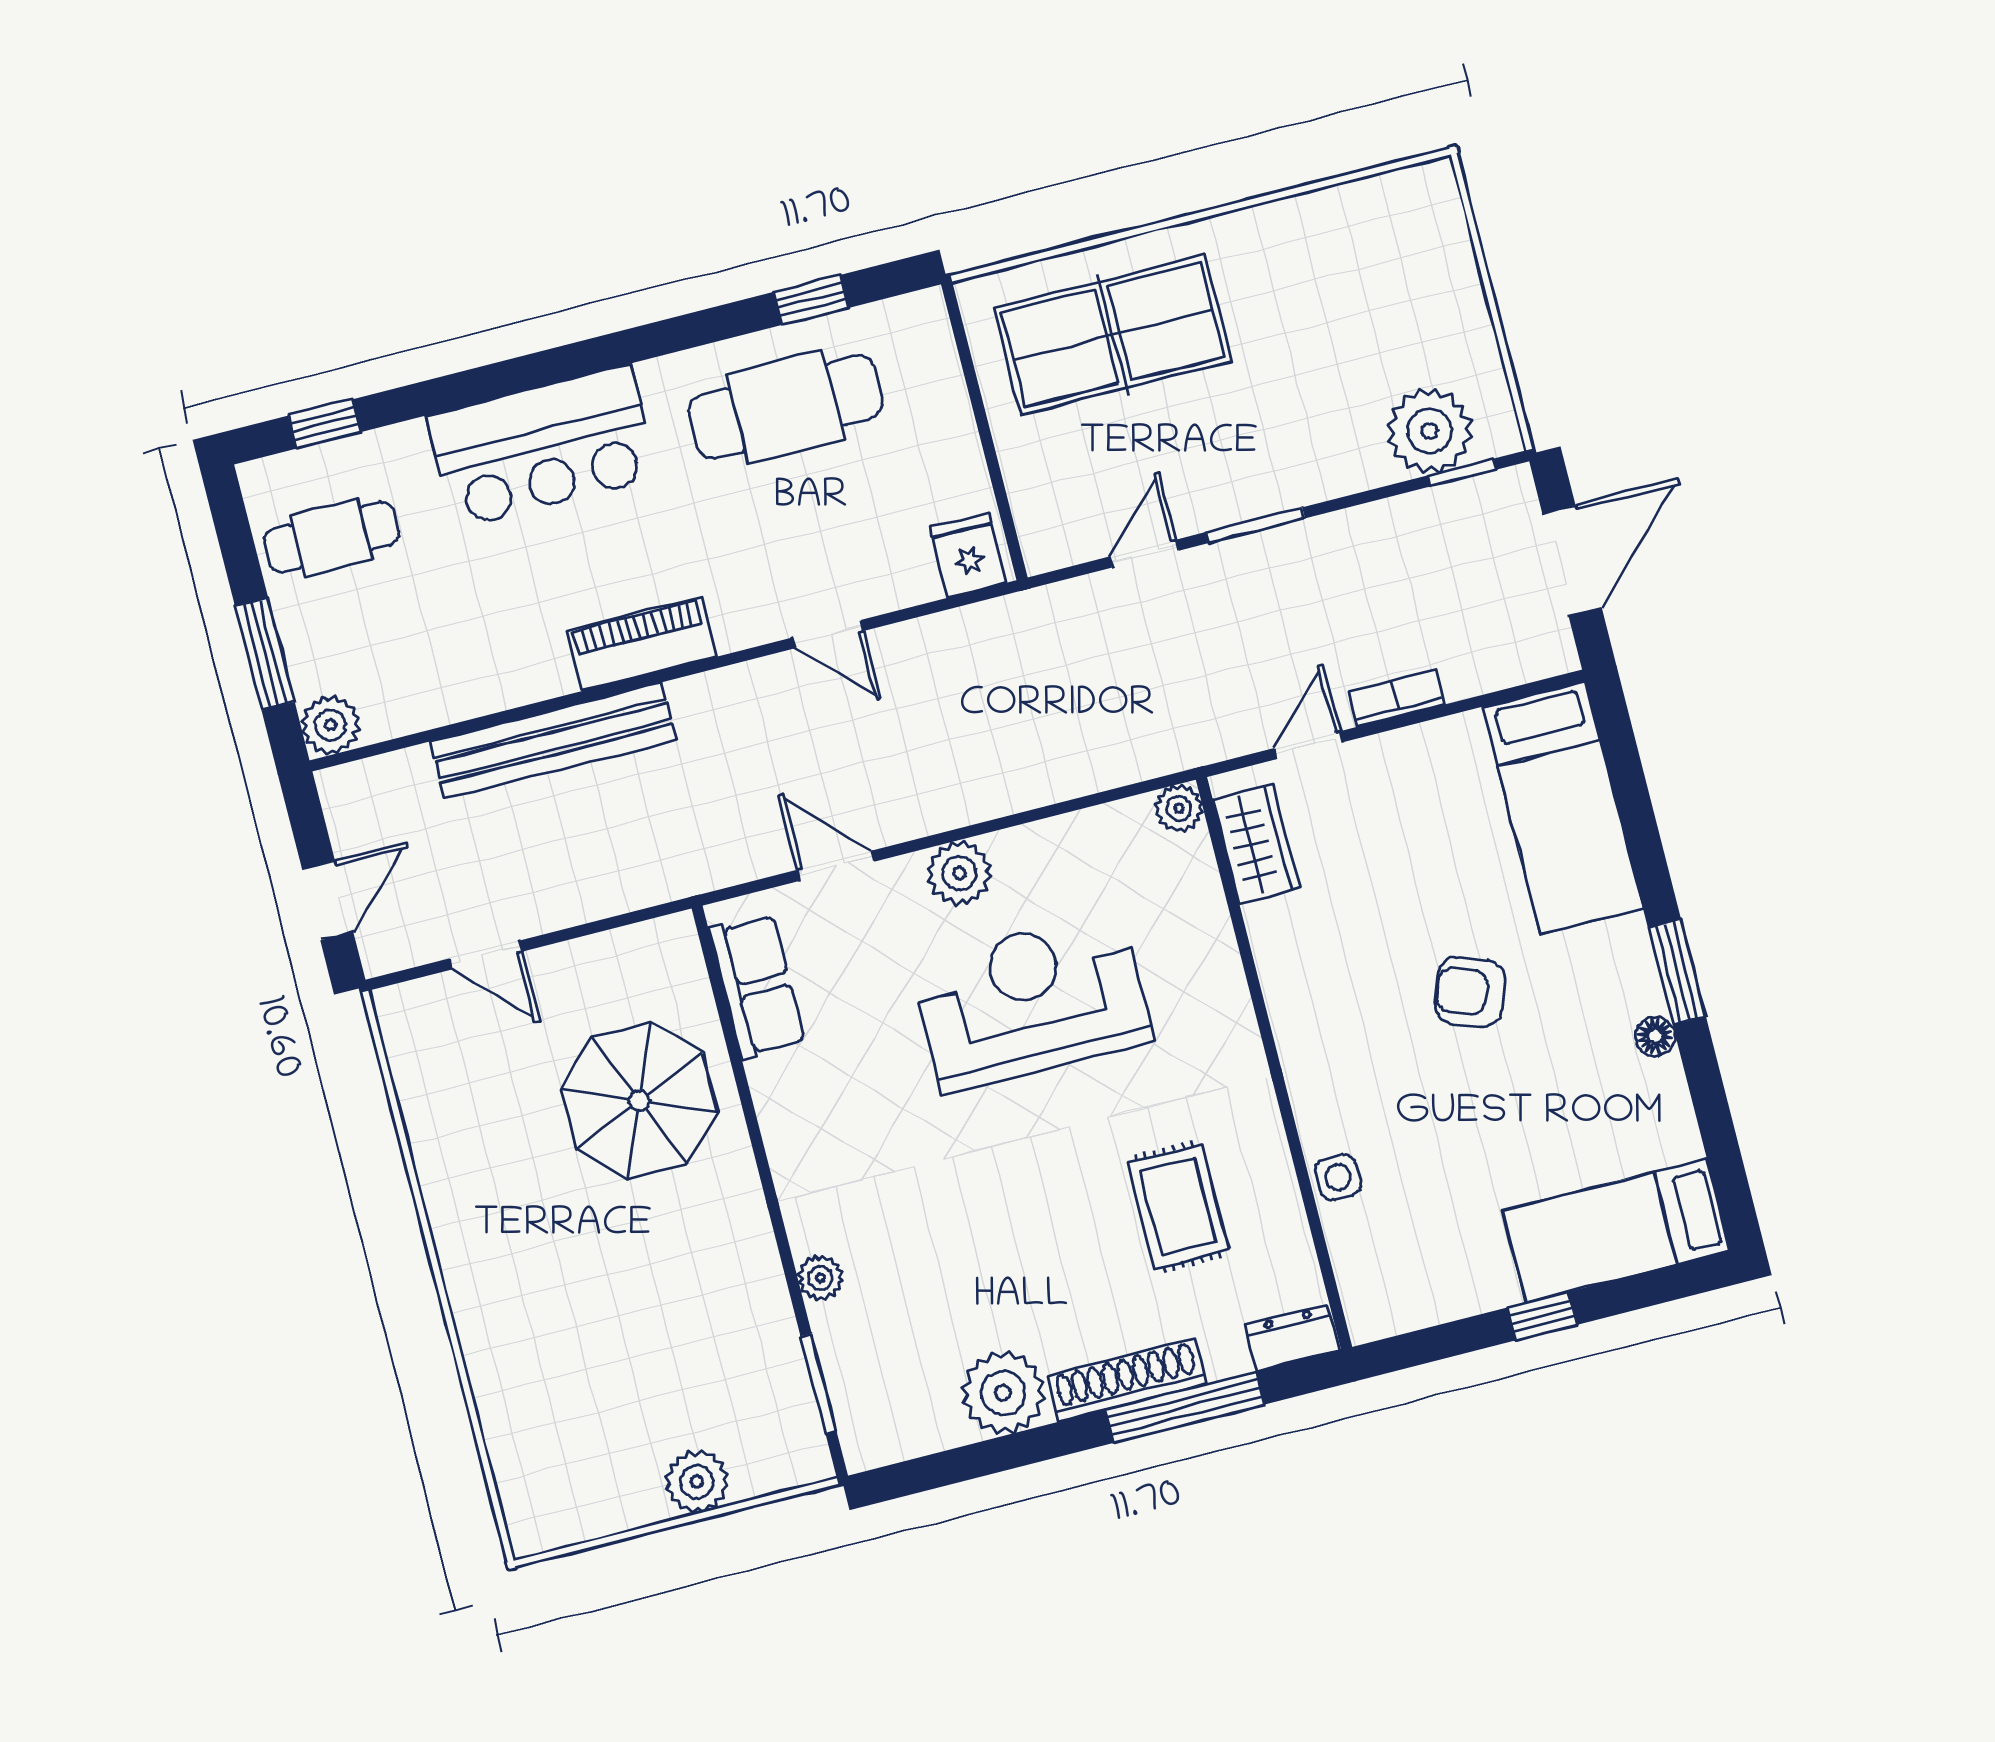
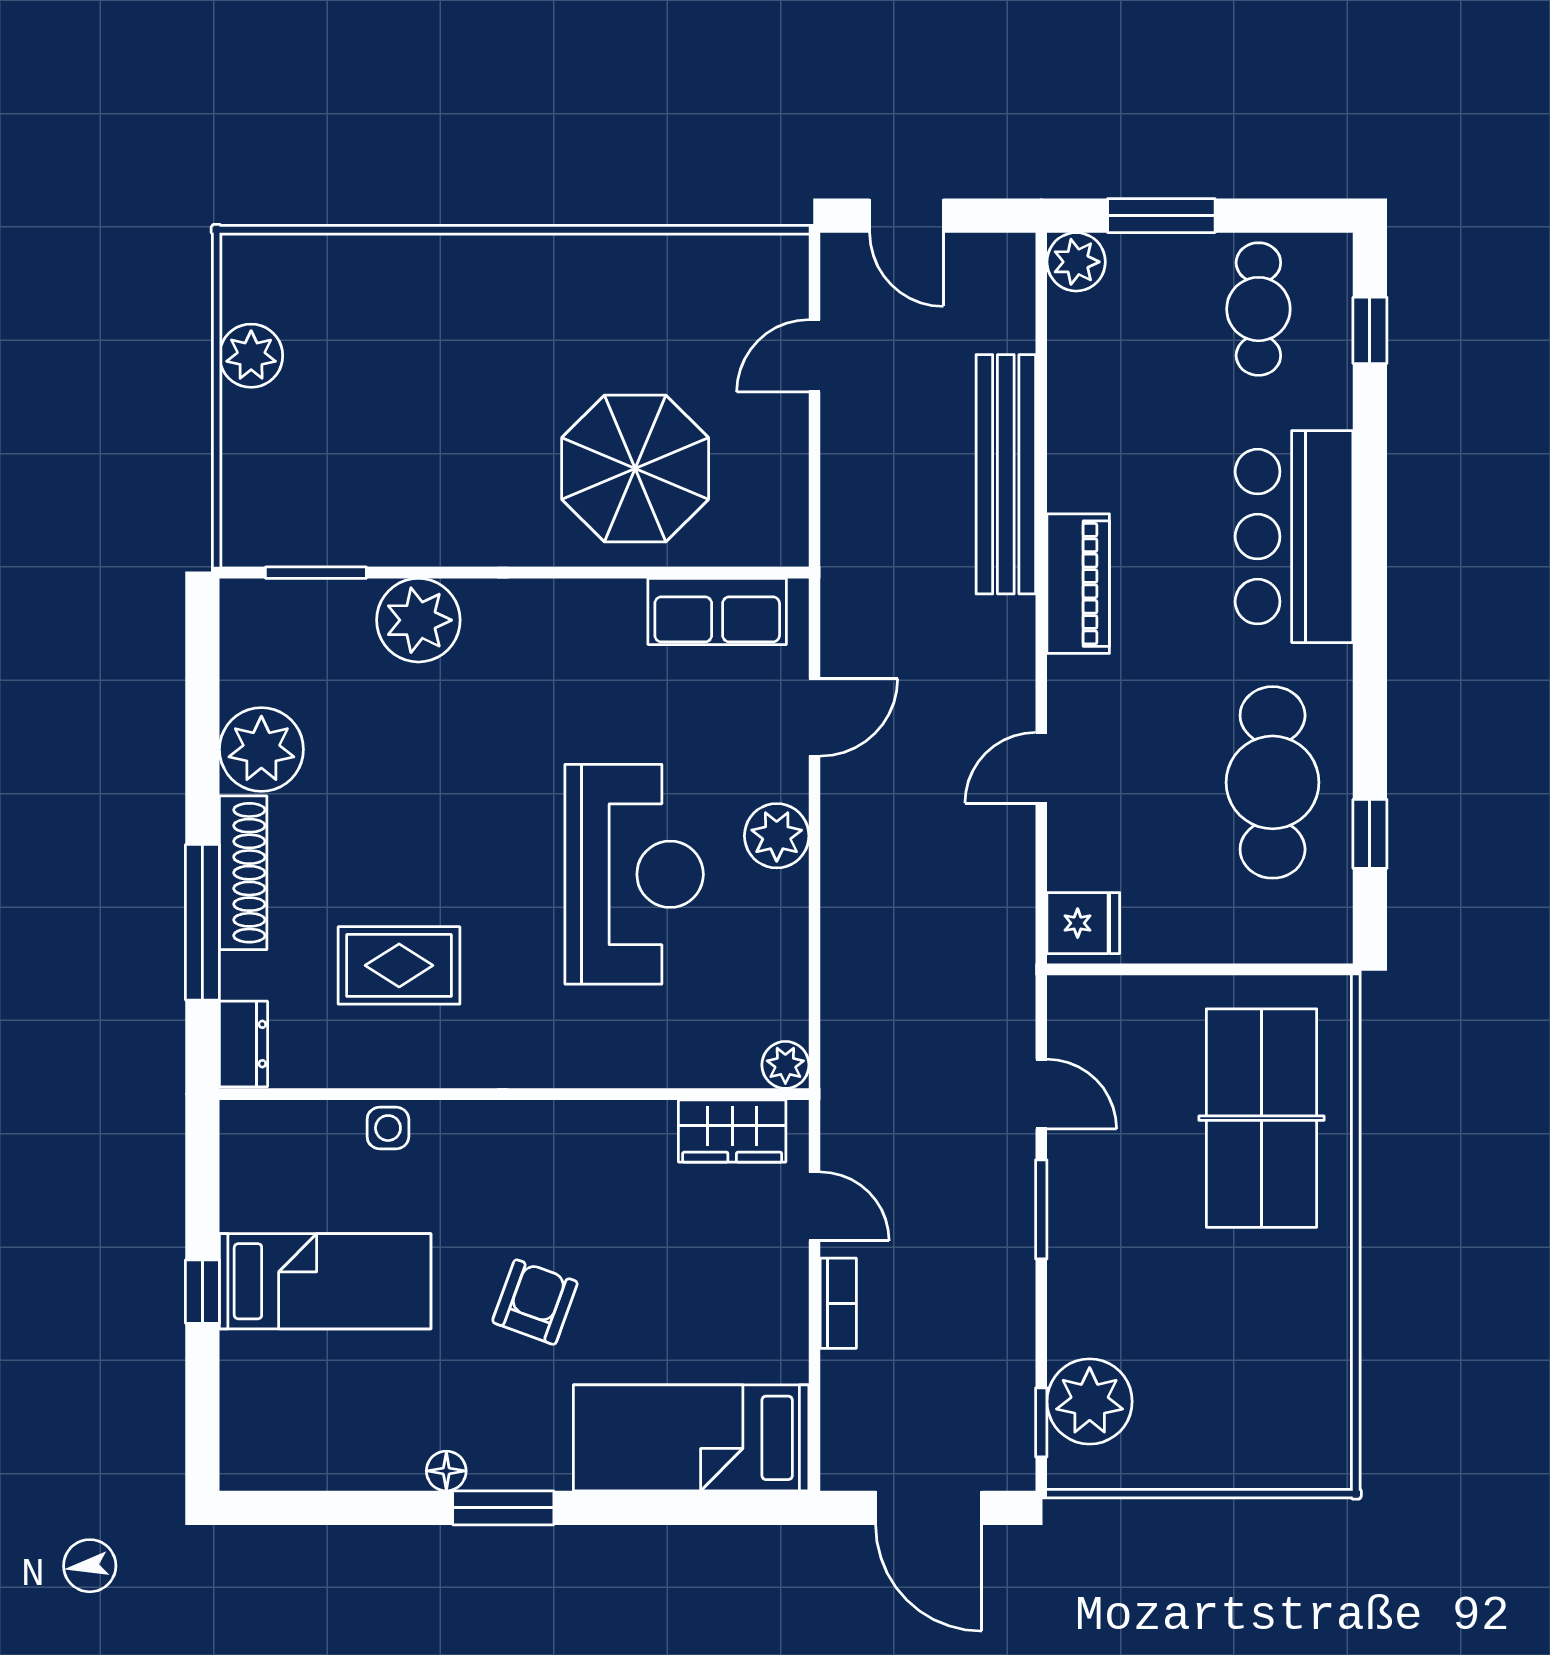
bed: (1616, 1231) -> (325, 1281), moved, turned 90
plant: (820, 1278) -> (418, 620), width x1.87, depth x1.87
plant: (697, 1482) -> (251, 356), moved

